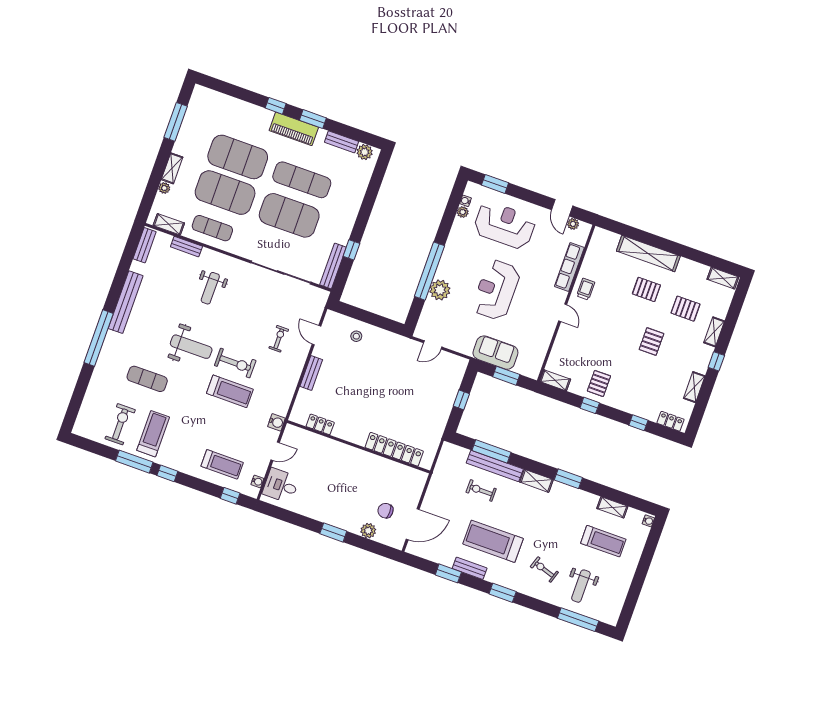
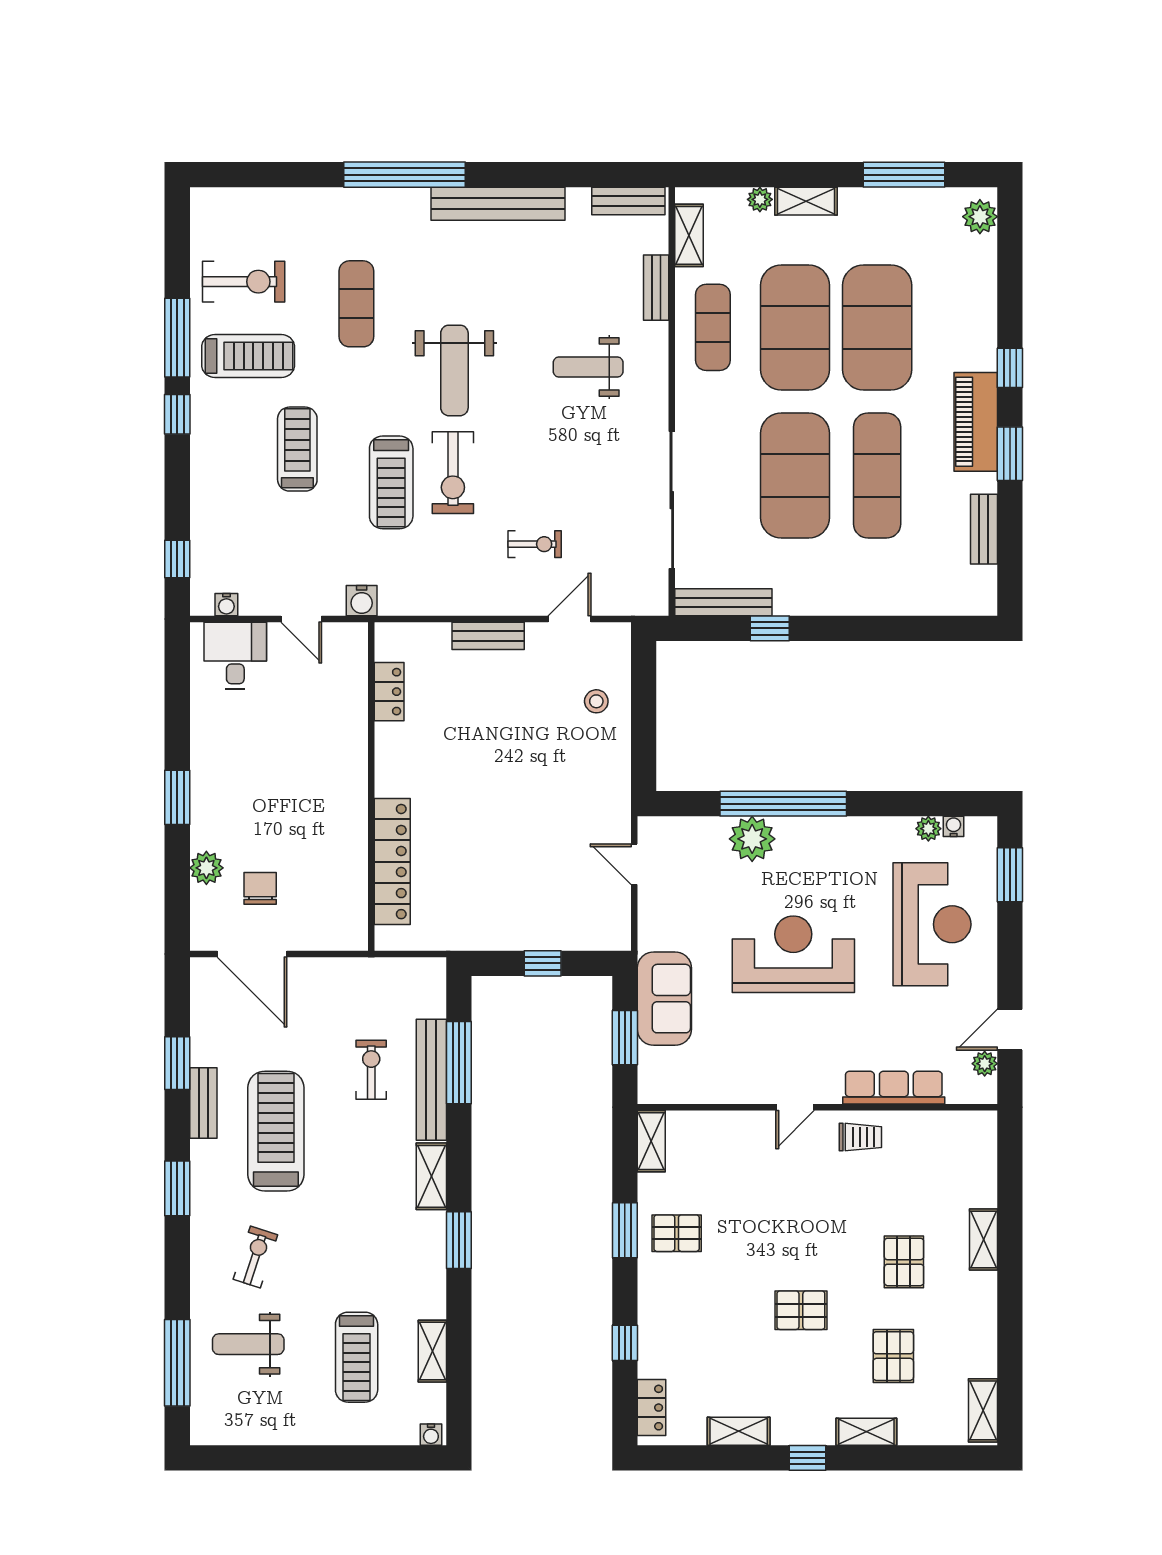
plant: (365, 152) -> (980, 217), moved
shelving: (648, 254) -> (983, 1240), width x0.45, depth x0.75
window: (590, 405) -> (625, 1230), width x1.50
treadmill: (222, 464) -> (297, 449), moved, turned 180

